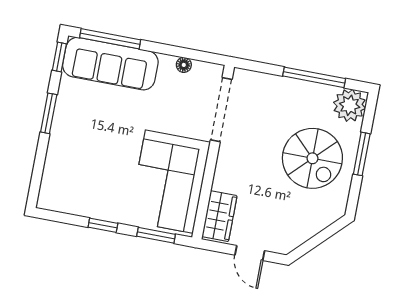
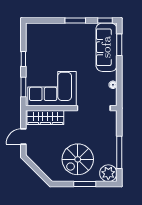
window: (110, 39) -> (119, 45), width x0.69
wardrobe: (219, 216) -> (45, 118), width x1.50

